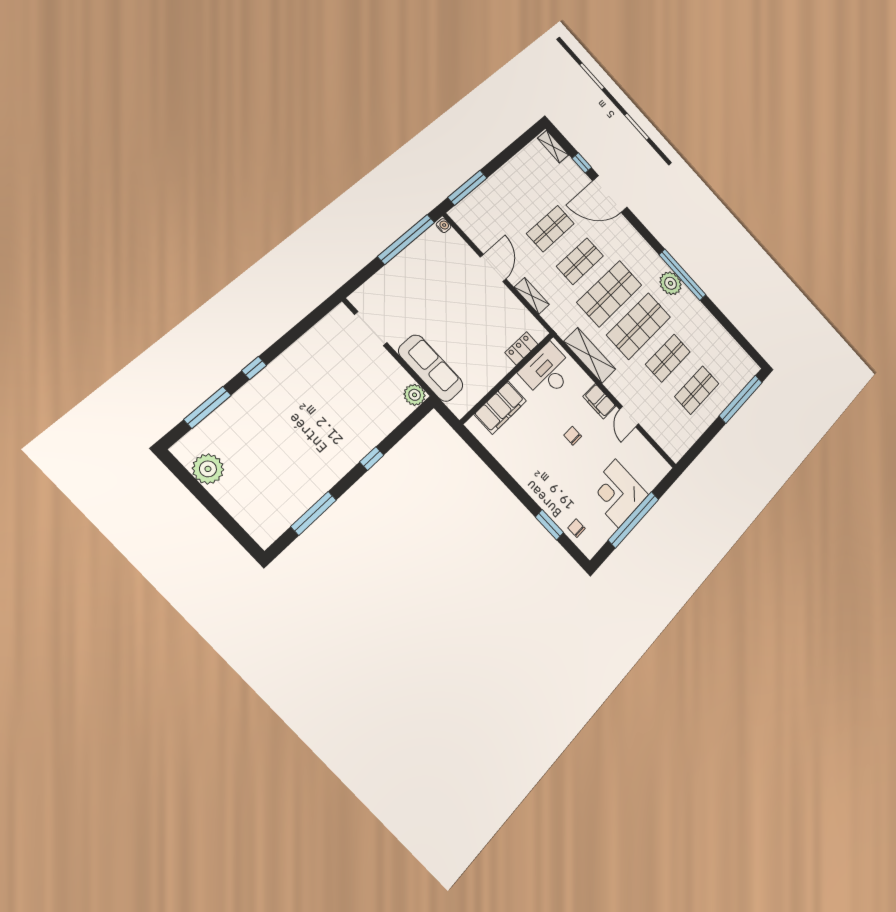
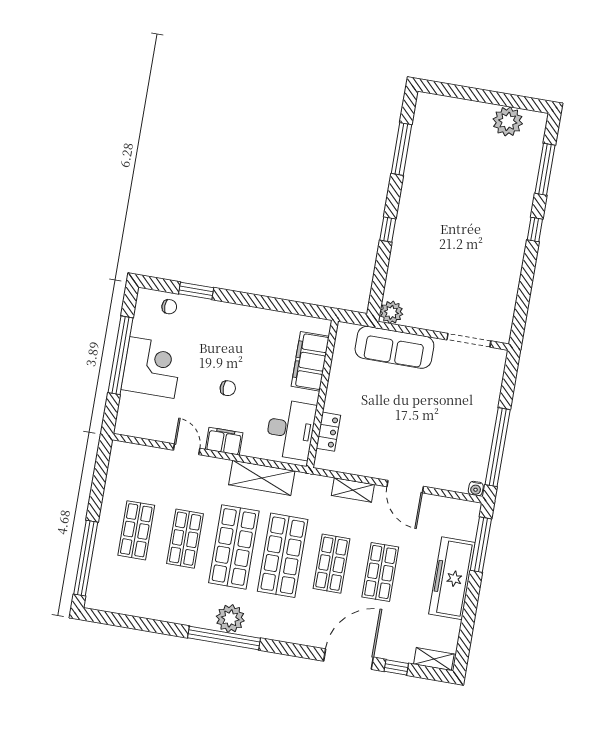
freezer: (504, 184) -> (452, 578), added

